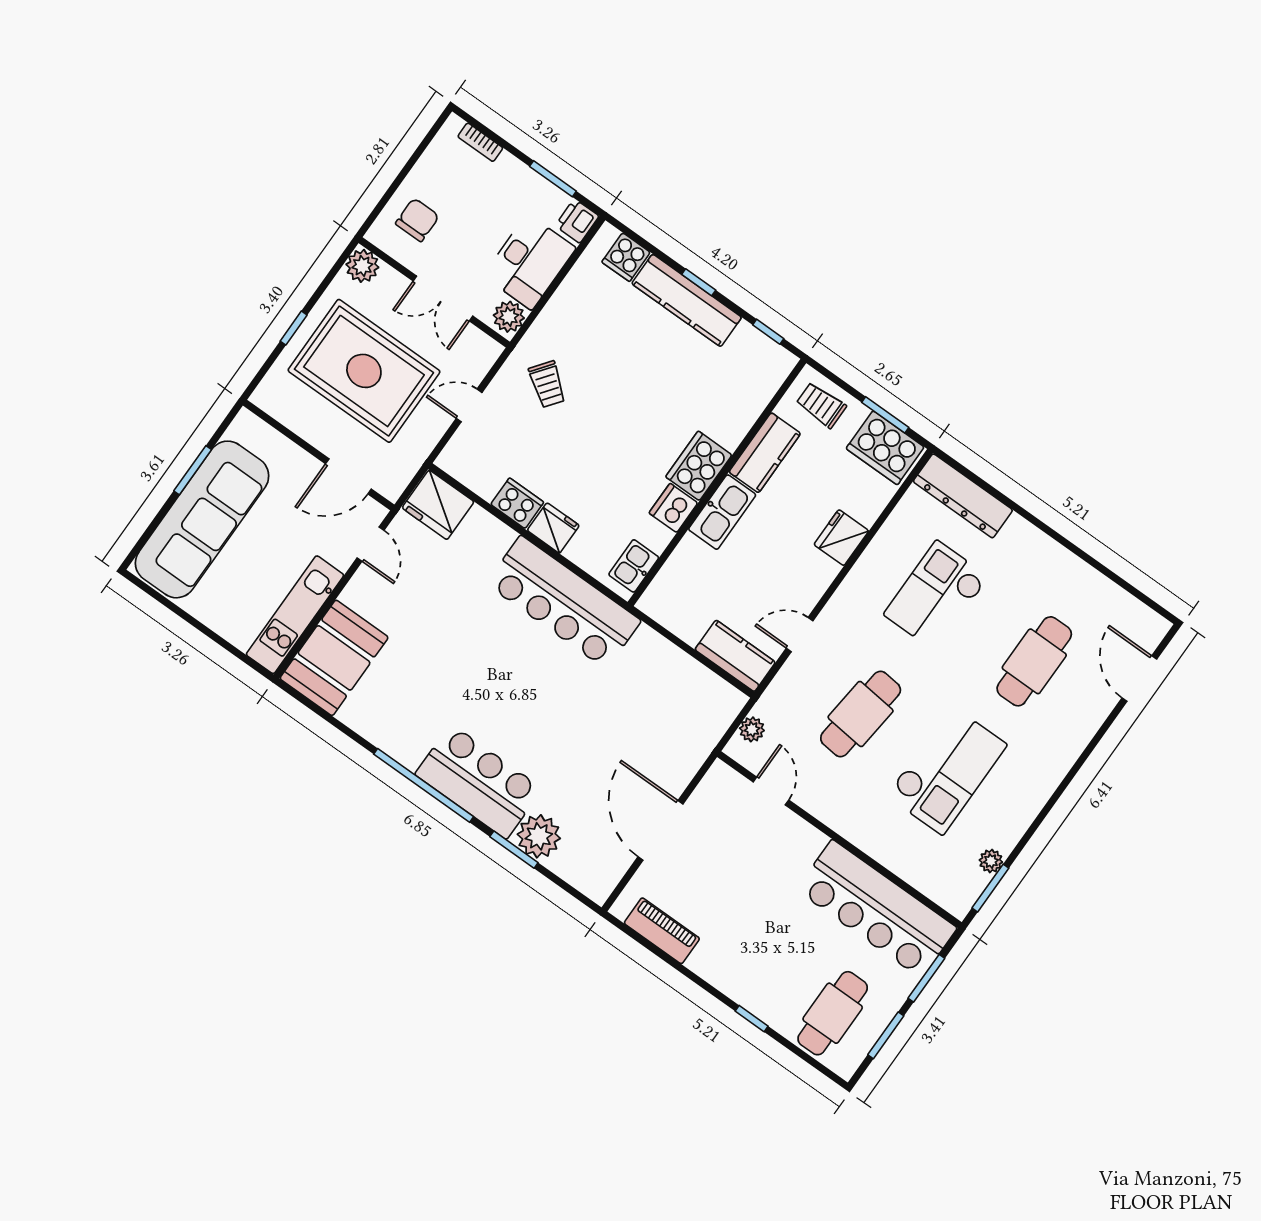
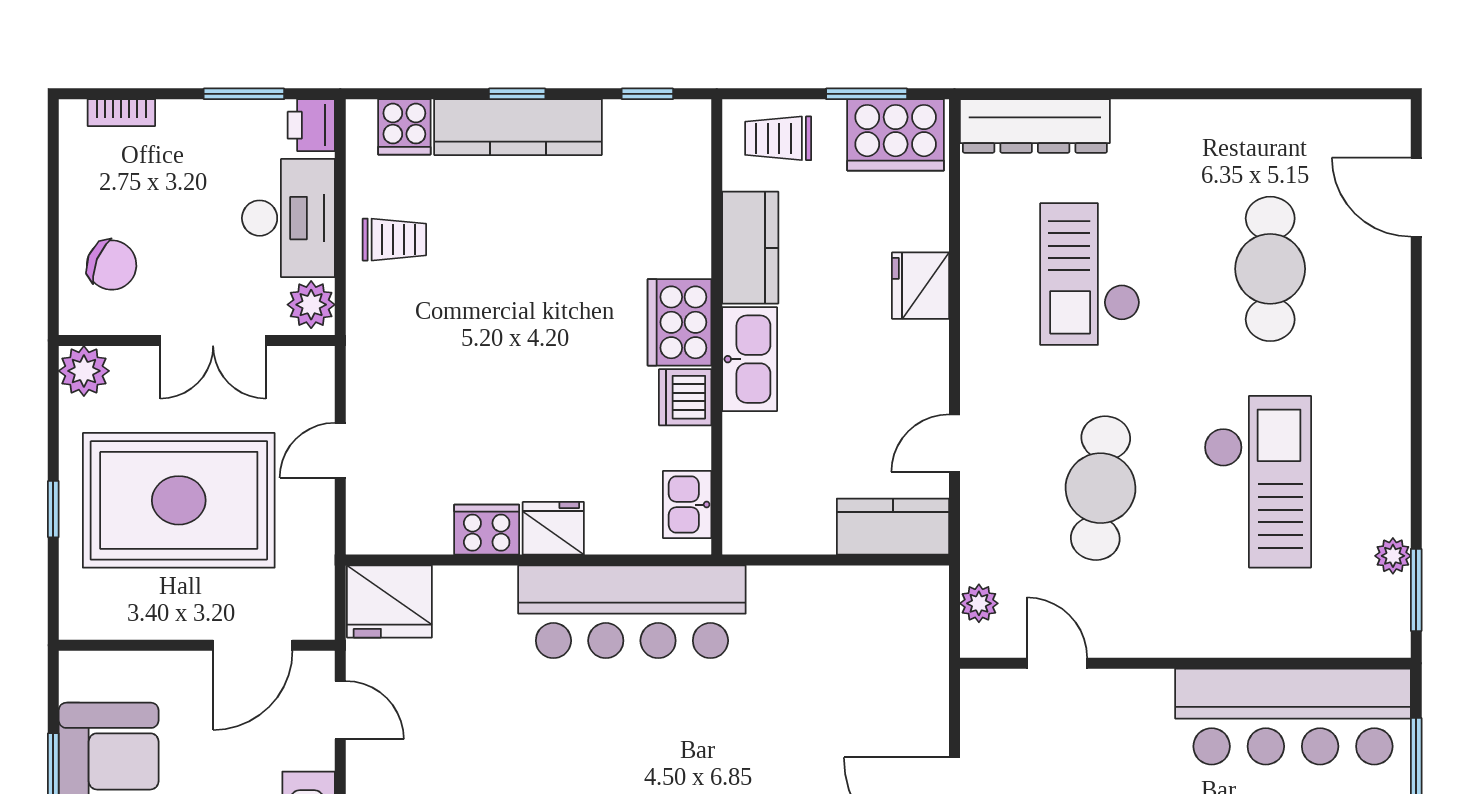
chair: (417, 220) -> (112, 265), turned 112
trolley: (547, 384) -> (394, 240), moved, turned -37

